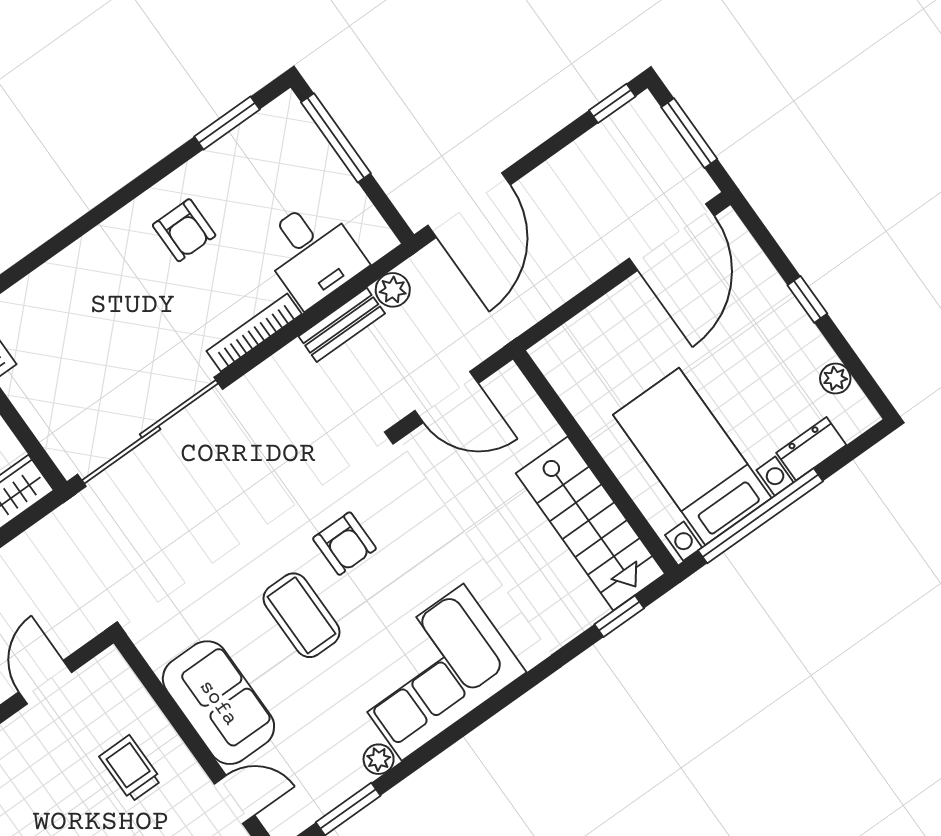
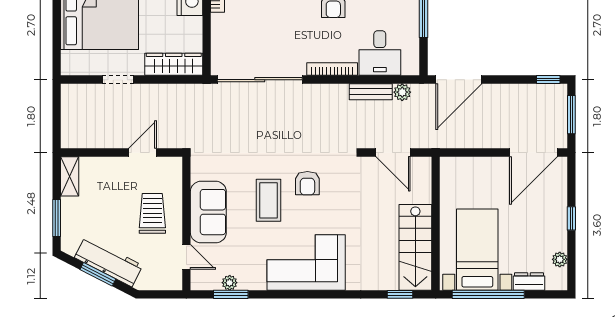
plant: (379, 759) -> (230, 283), moved
trolley: (130, 768) -> (152, 213), width x1.36, depth x1.39

